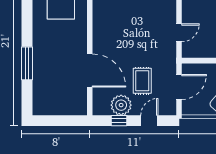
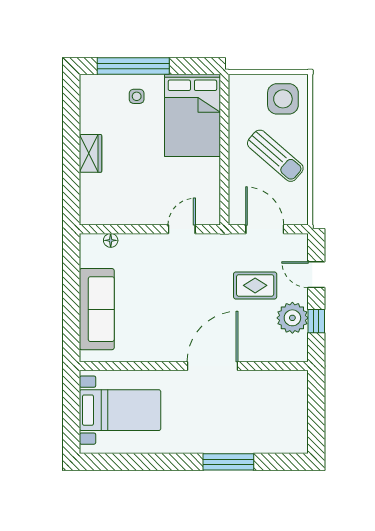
door: (179, 33) -> (182, 229), hinge flipped
door: (90, 70) -> (213, 366), moved

